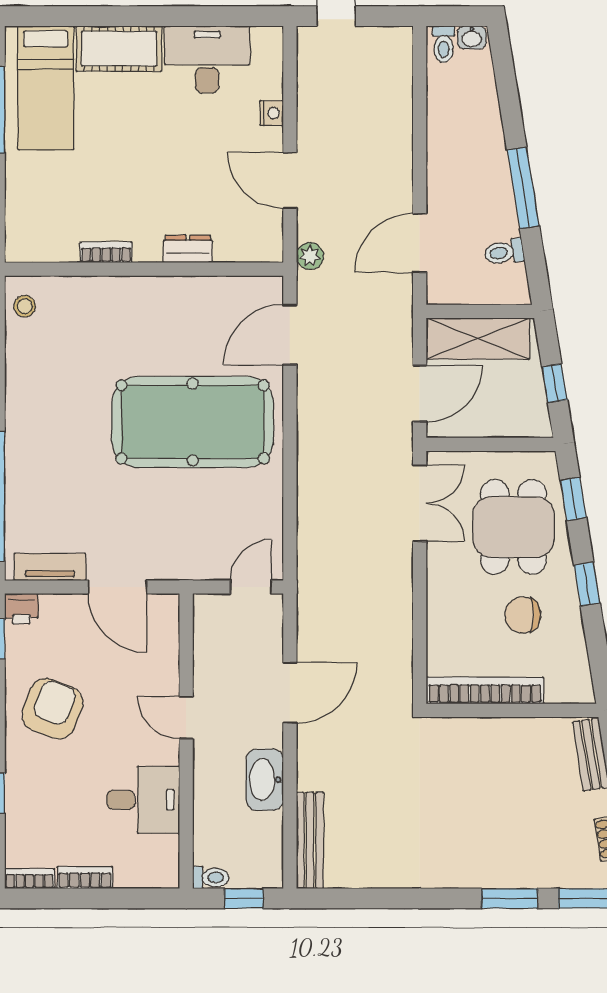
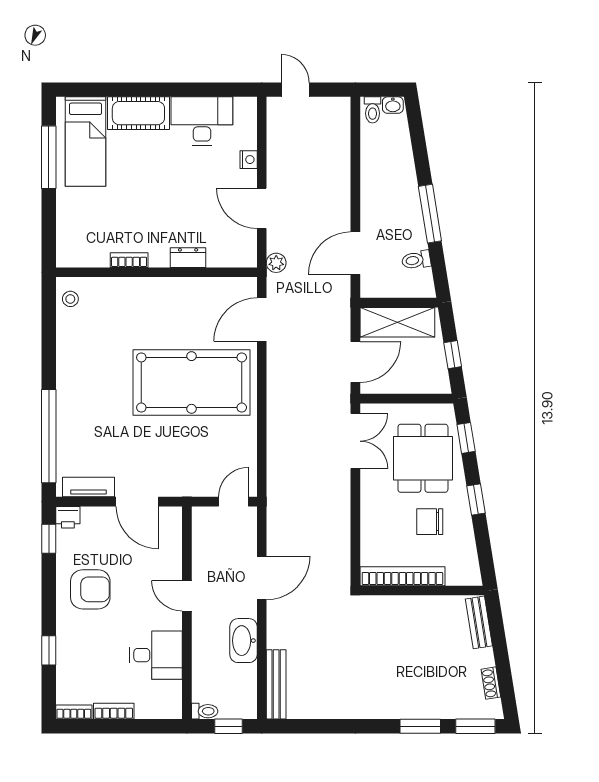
armchair: (52, 709) -> (90, 589), turned 69

